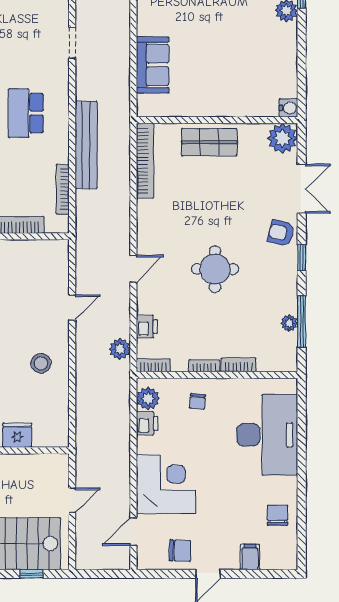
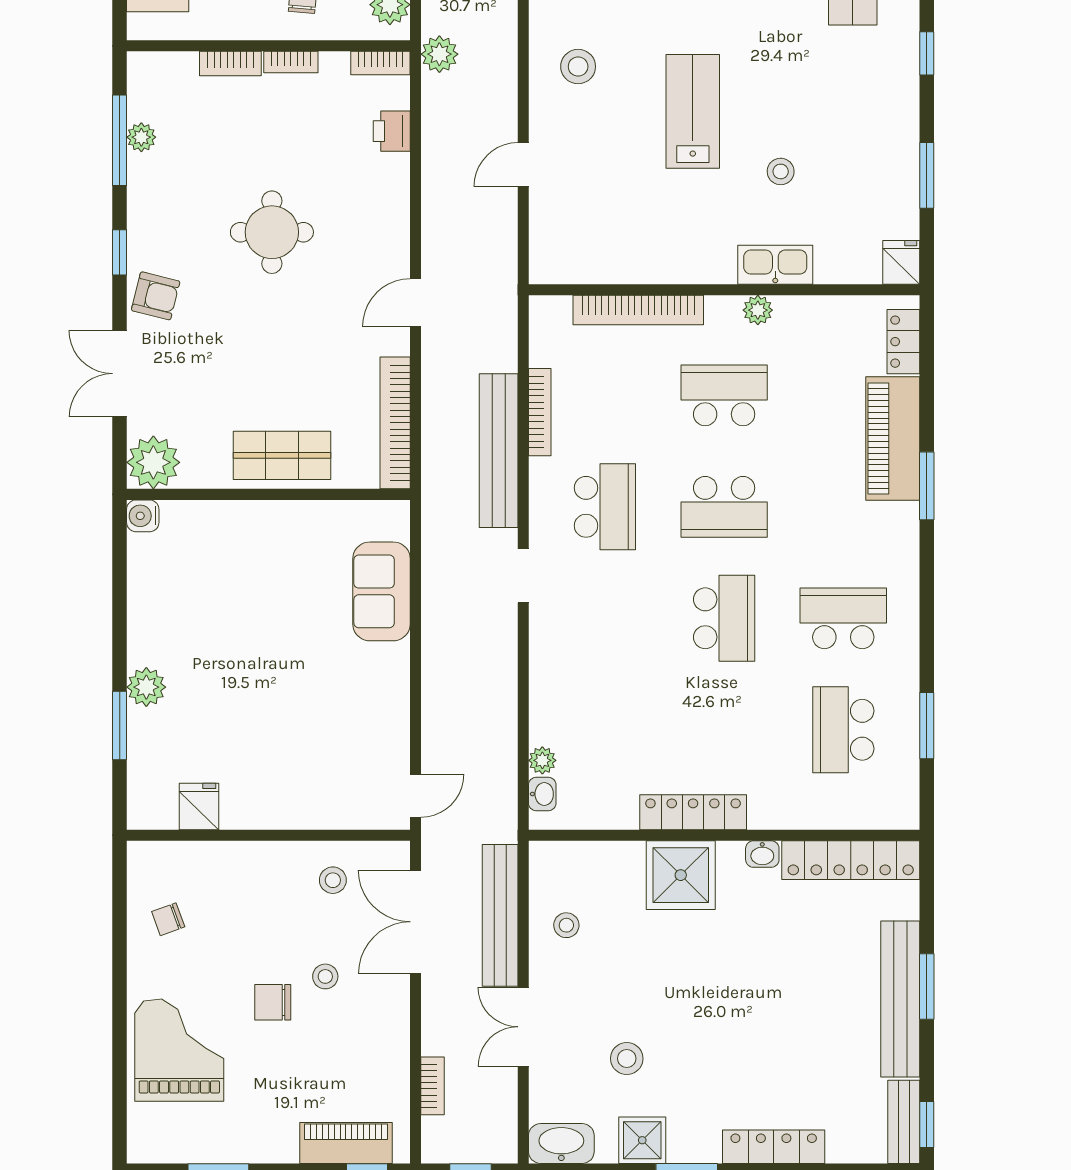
doorway: (72, 43) -> (523, 576), moved
bookcase: (63, 189) -> (540, 412), moved
door: (133, 269) -> (416, 303), moved
plant: (120, 349) -> (439, 54), moved

